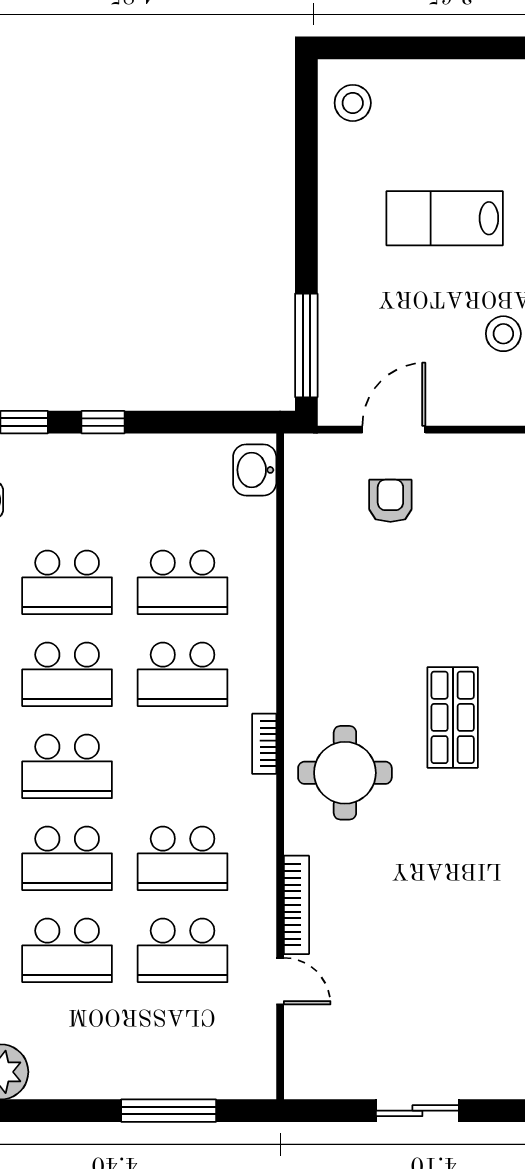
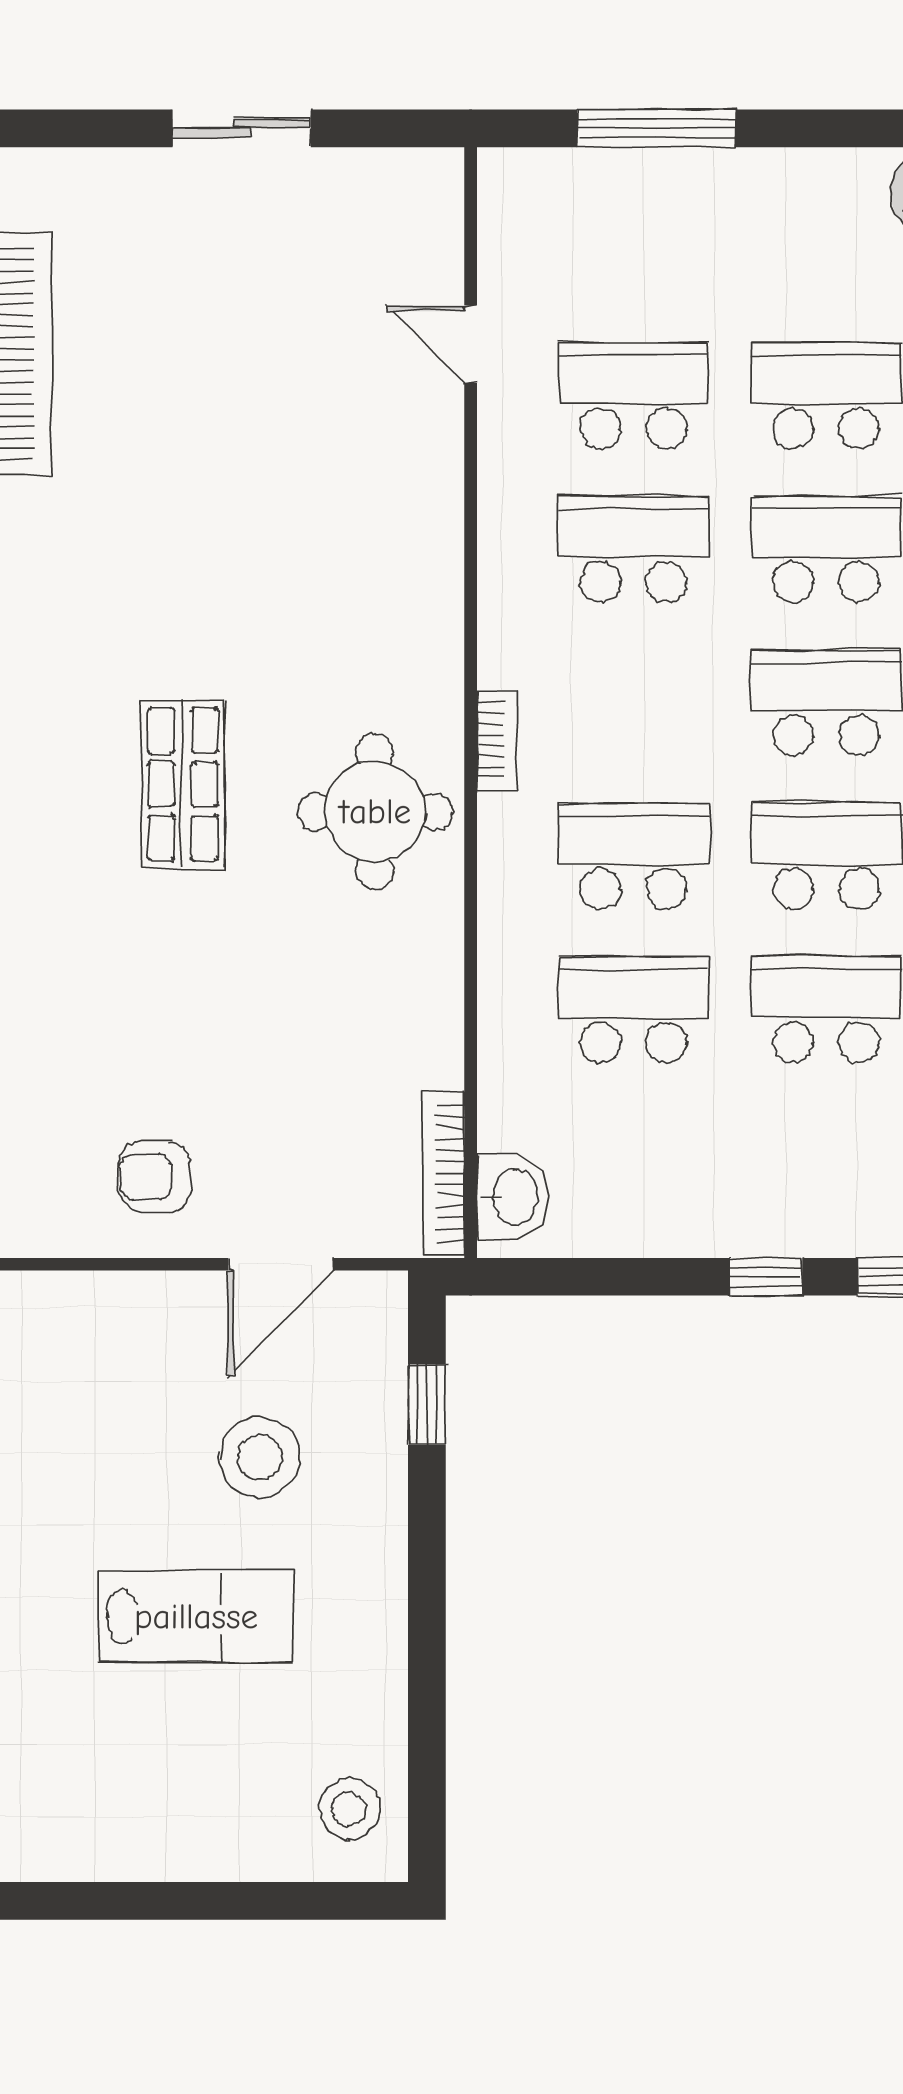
stool: (503, 334) -> (260, 1457), moved, width x1.38, depth x1.38
window: (306, 345) -> (427, 1405), width x0.46
armchair: (390, 501) -> (154, 1177), moved, turned 90
round table: (345, 773) -> (375, 812), moved
bookcase: (296, 905) -> (443, 1173), moved

